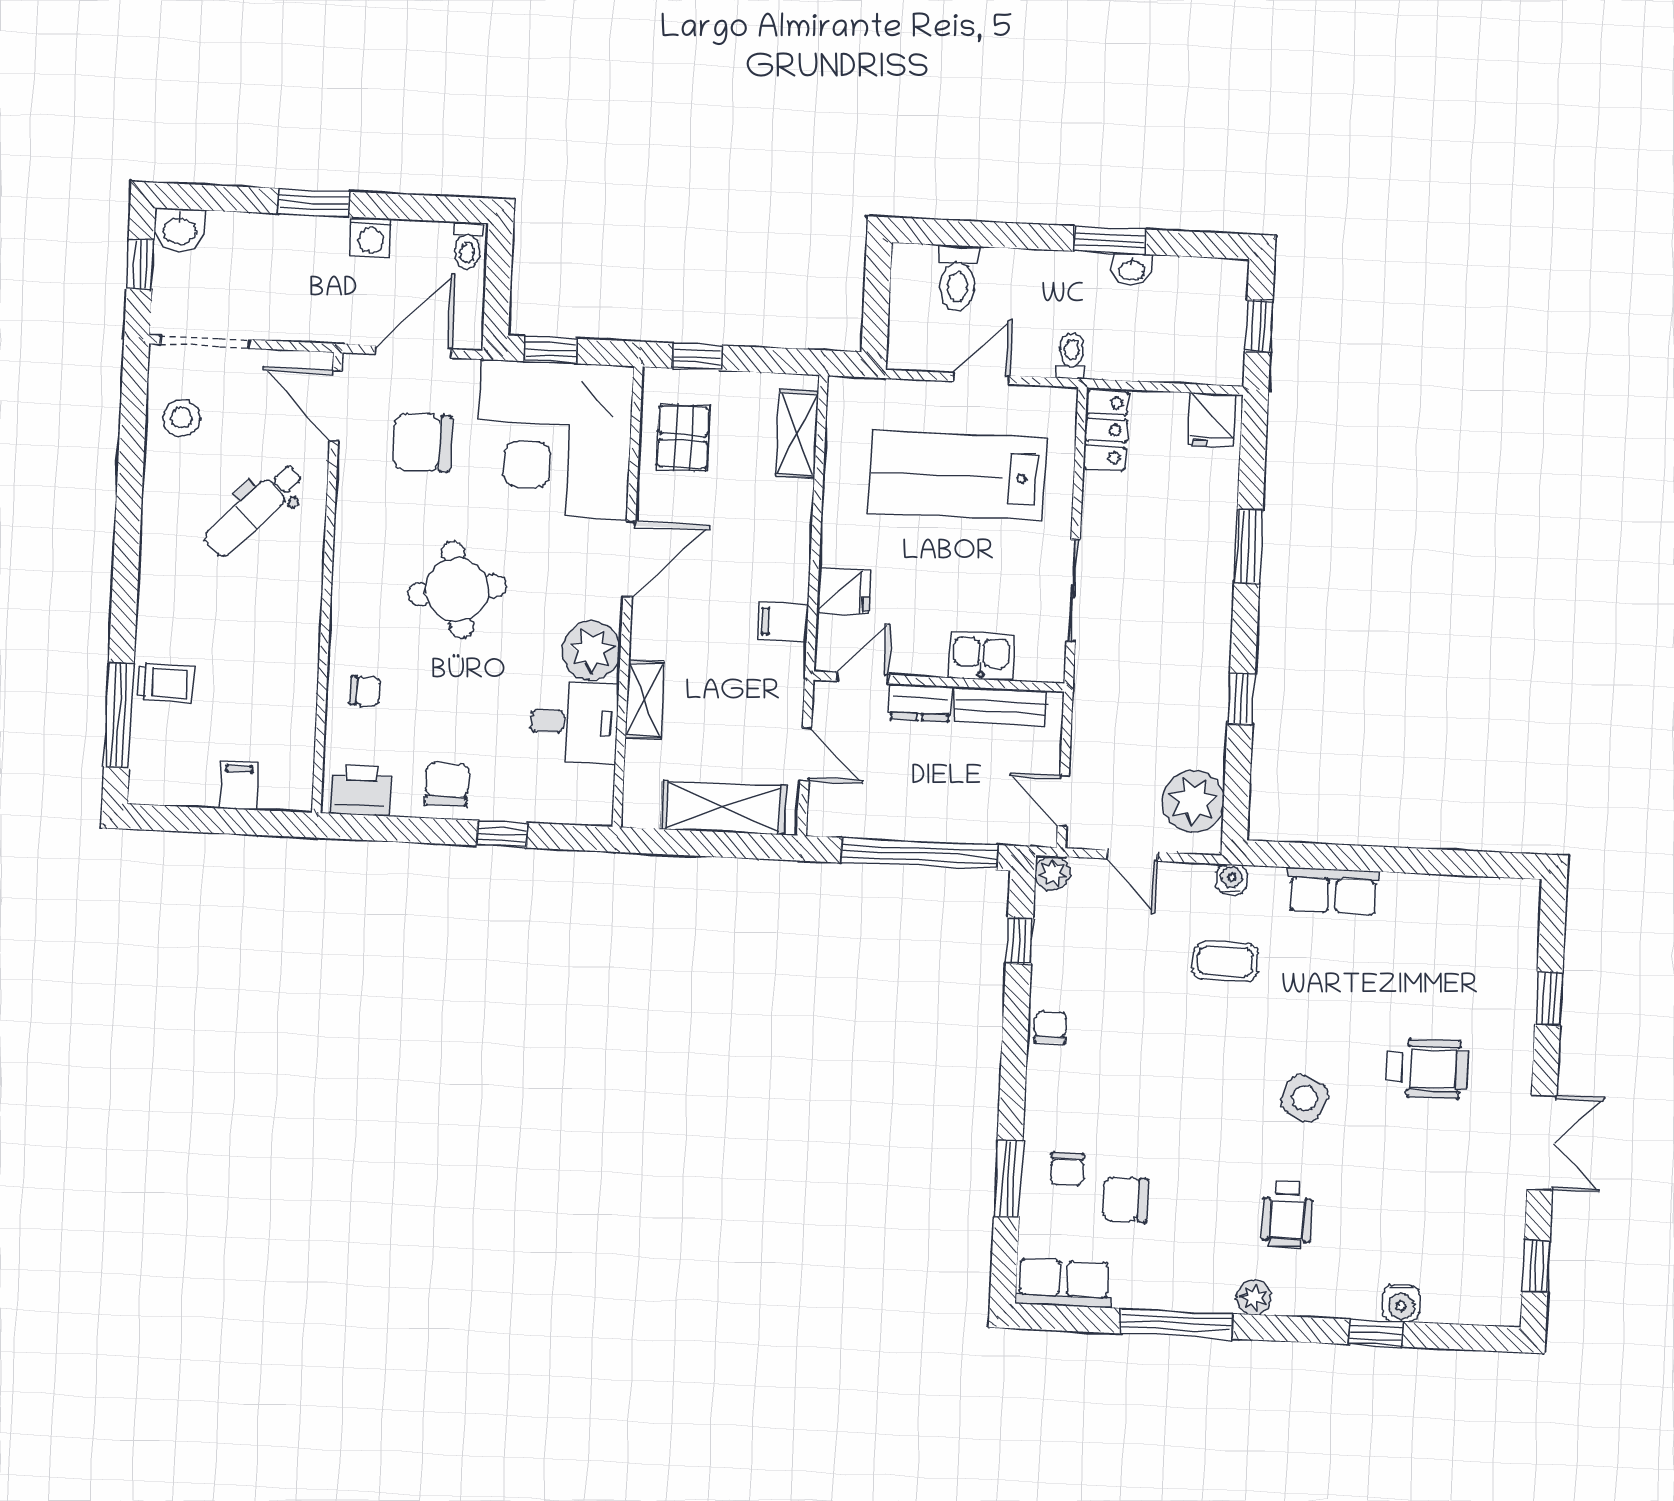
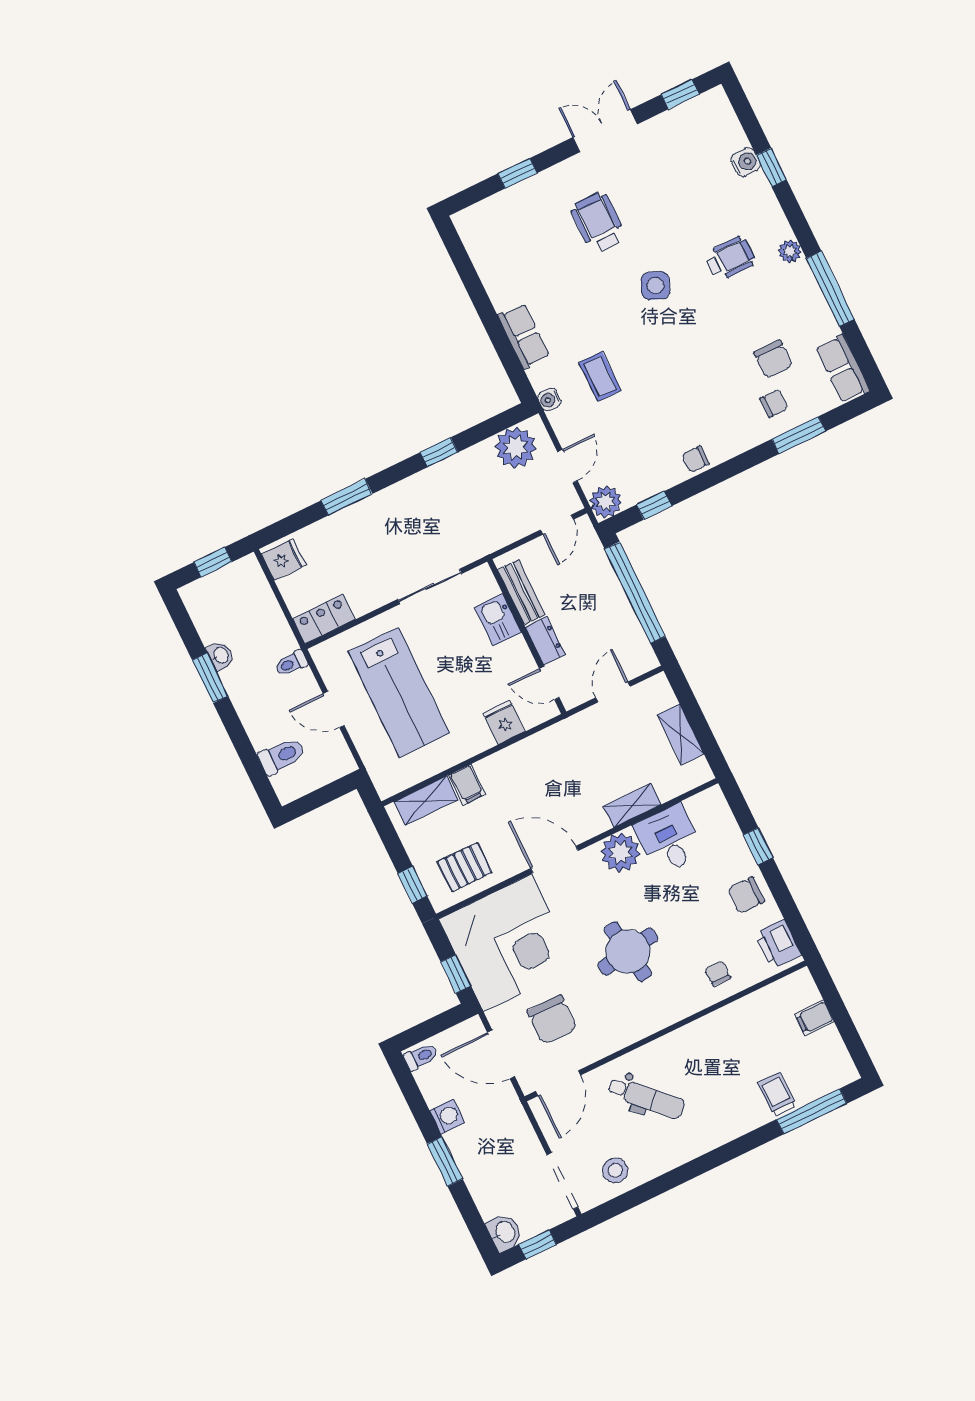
filing cabinet: (783, 622) -> (467, 785), moved
shelving: (723, 807) -> (681, 734), width x0.67, depth x0.75
plant: (1052, 873) -> (606, 502), width x1.38, depth x1.38

